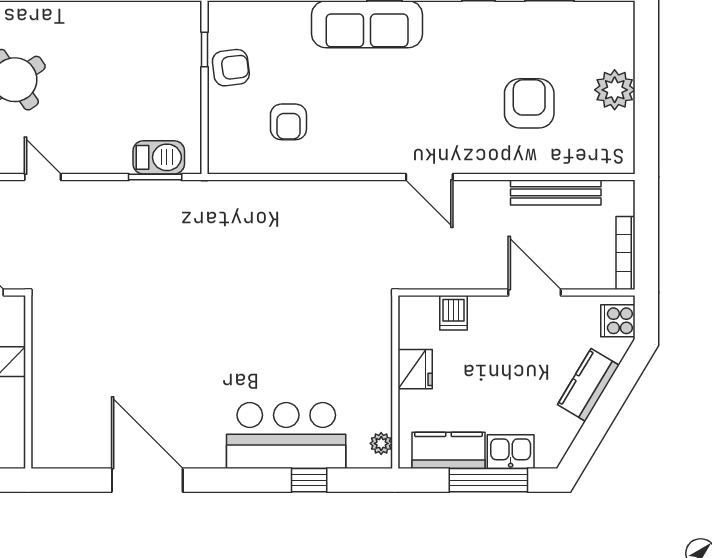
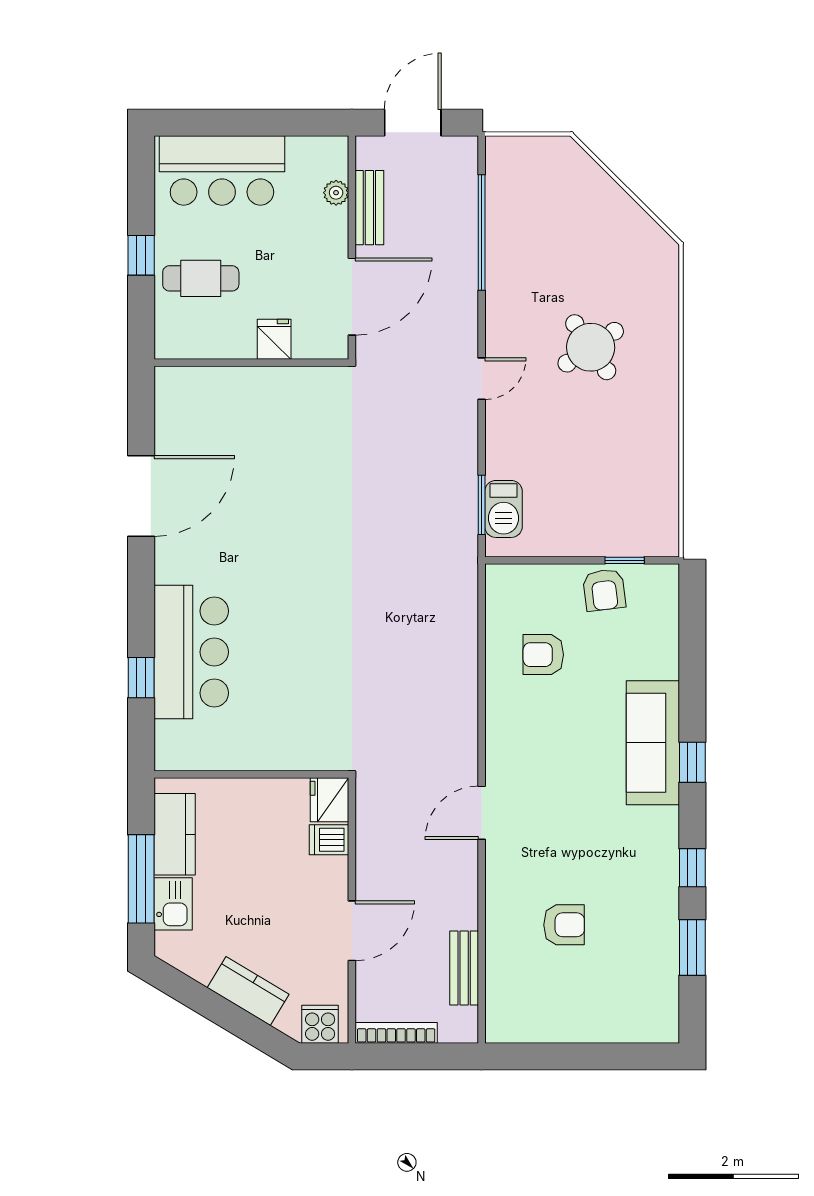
plant: (615, 90) -> (579, 1021), removed
armchair: (529, 103) -> (564, 925), width x0.72, depth x0.72
bench: (556, 192) -> (464, 968), width x0.73
fridge: (415, 369) -> (330, 800), moved, turned 90
plant: (381, 443) -> (182, 759), removed

